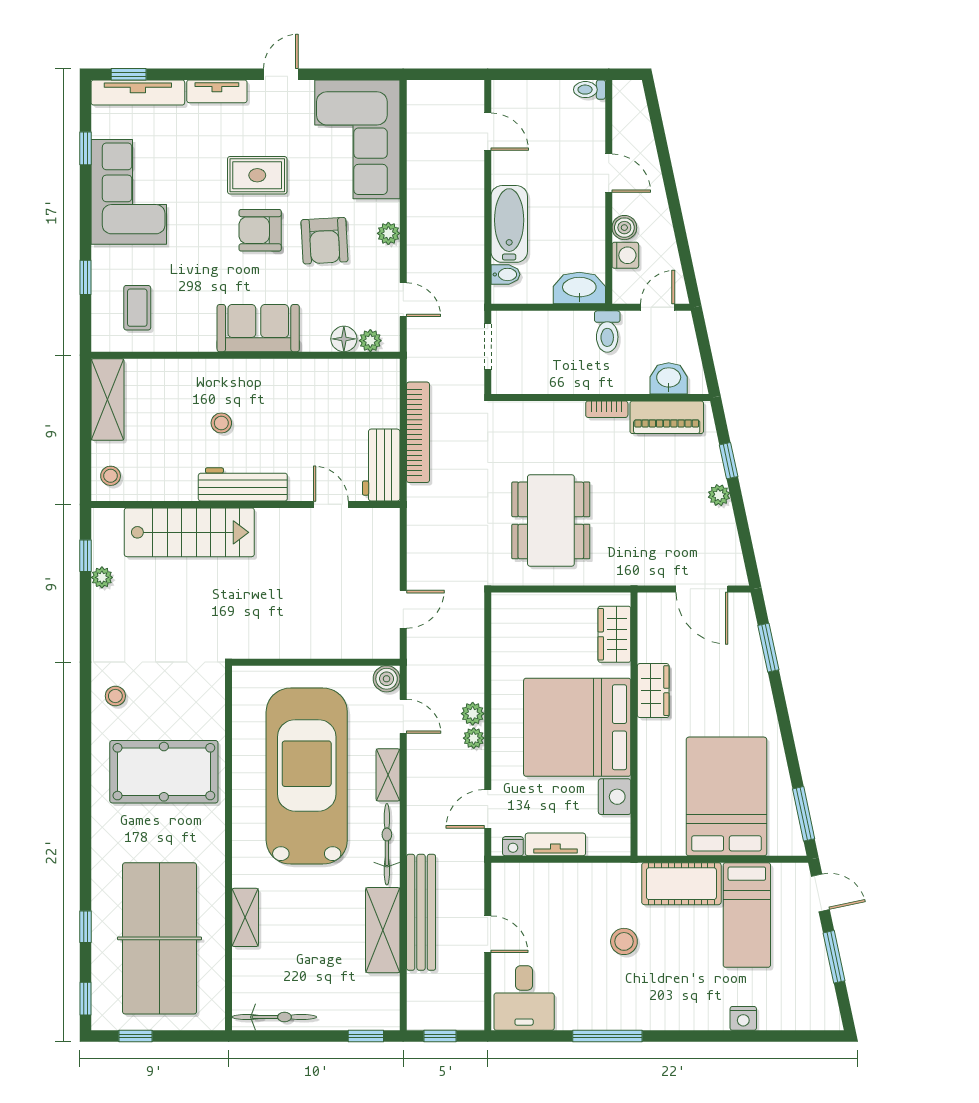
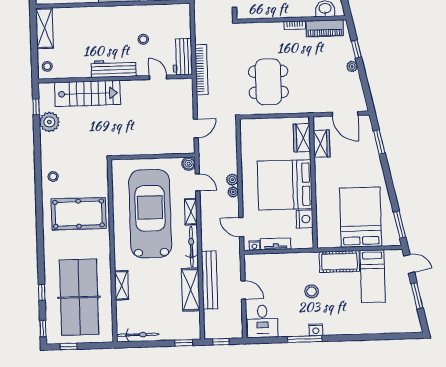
stool: (221, 423) -> (143, 39), moved
bookcase: (418, 432) -> (201, 70), moved
plant: (102, 577) -> (49, 122), width x1.88, depth x1.88
wardrobe: (653, 691) -> (322, 144), moved
door: (488, 809) -> (241, 227), hinge flipped
nightstand: (743, 1018) -> (316, 330), moved

